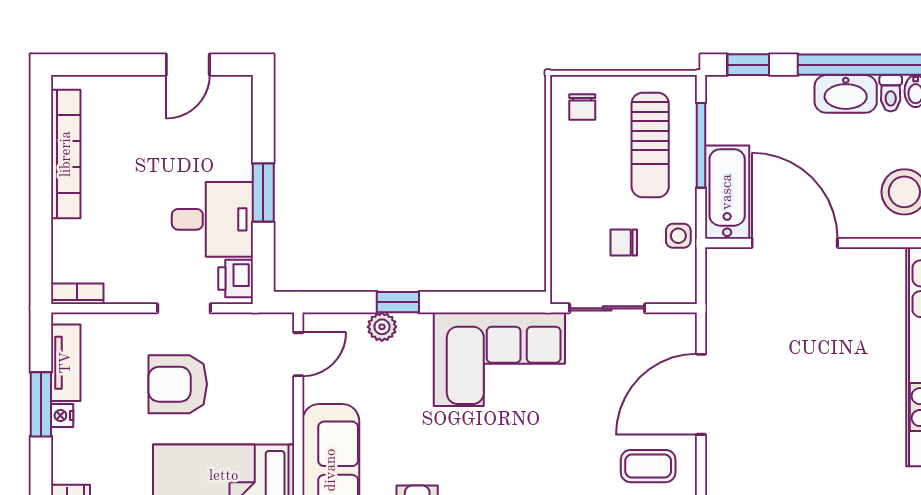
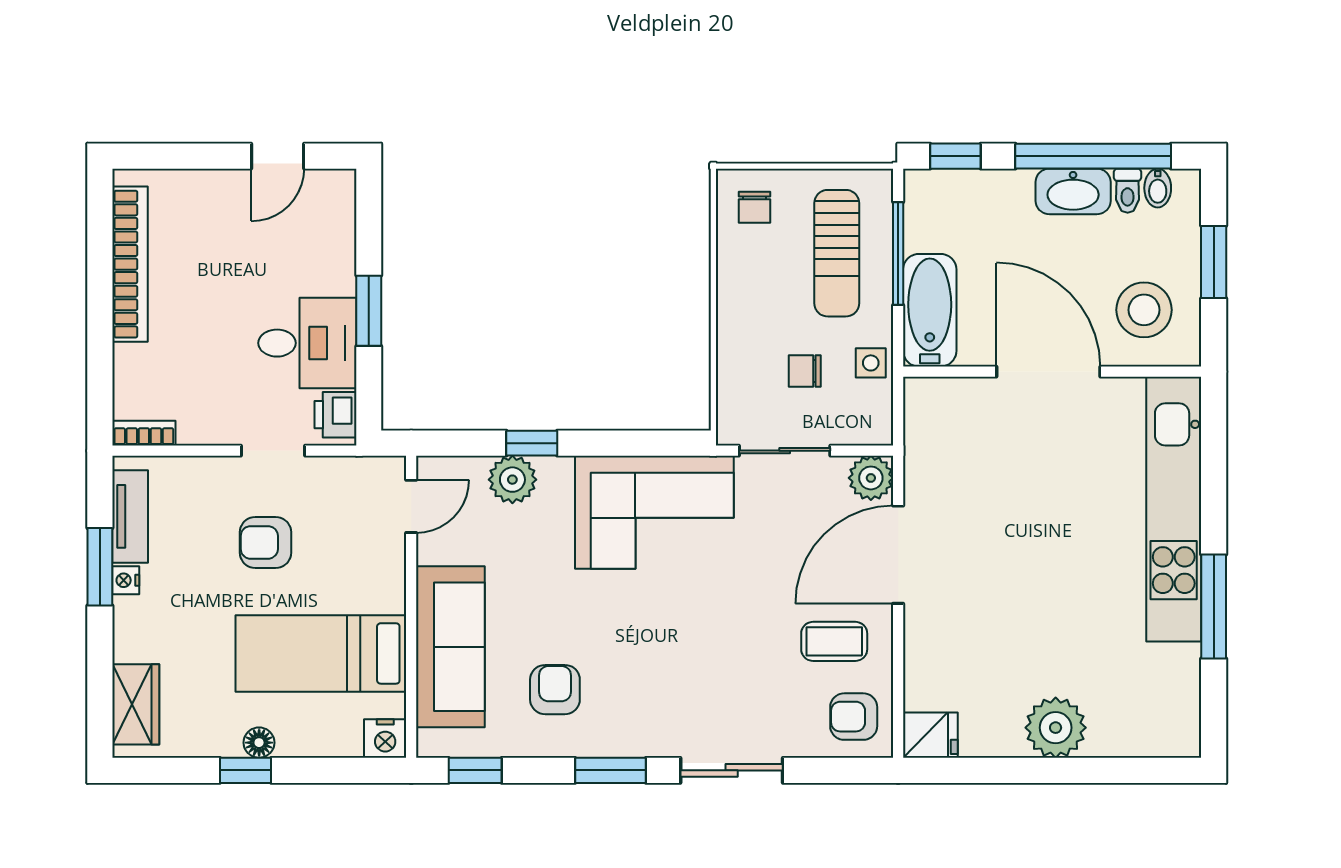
door: (795, 243) -> (1048, 372), moved
plant: (382, 327) -> (512, 480), width x1.38, depth x1.38
plant: (678, 331) -> (871, 478), added
armchair: (178, 384) -> (265, 542), width x0.72, depth x0.72

